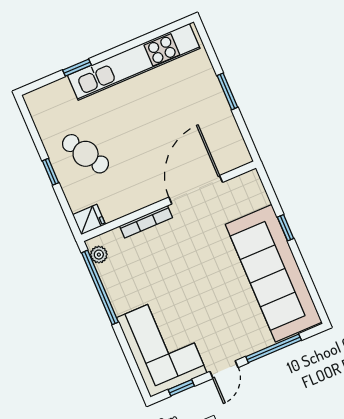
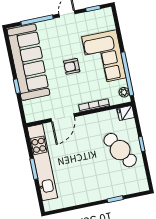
kitchen unit: (134, 62) -> (42, 162), moved, turned 90
cafe table: (86, 154) -> (120, 150), width x1.37, depth x1.35
door: (196, 190) -> (63, 118), width x0.73
armchair: (198, 281) -> (72, 66), added
corner sofa: (162, 345) -> (104, 57), moved

